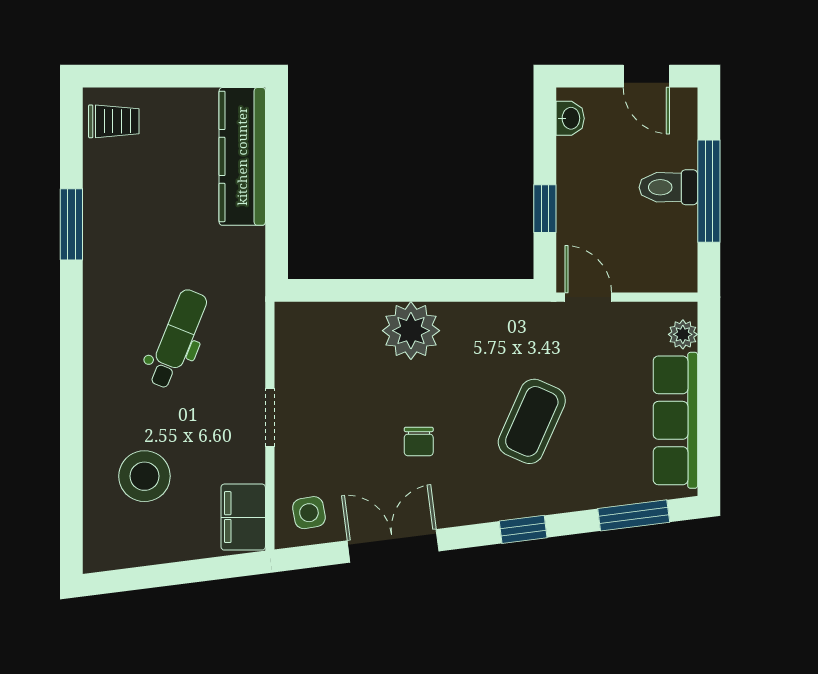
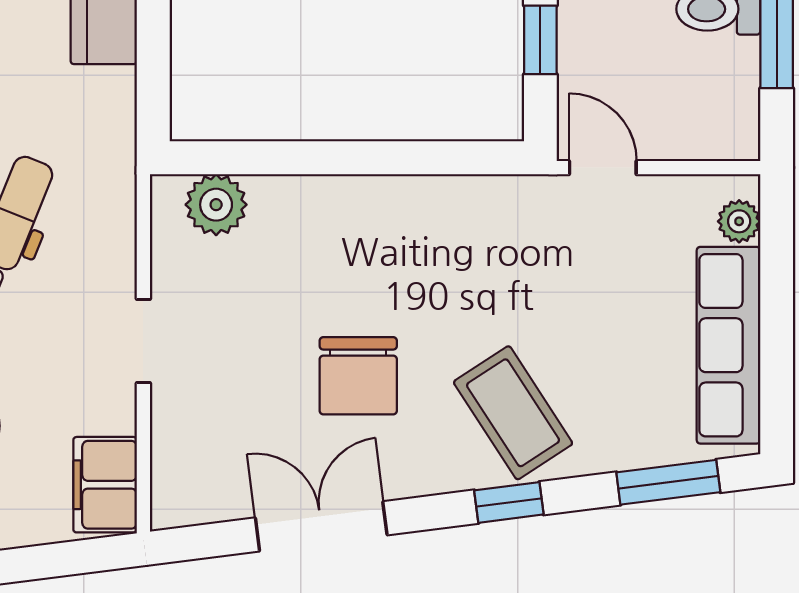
plant: (411, 331) -> (216, 205), moved, width x0.73, depth x0.73
coffee table: (532, 421) -> (513, 413), moved, turned -57
chair: (419, 441) -> (358, 376), width x1.87, depth x1.87
side table: (309, 513) -> (200, 478), removed

